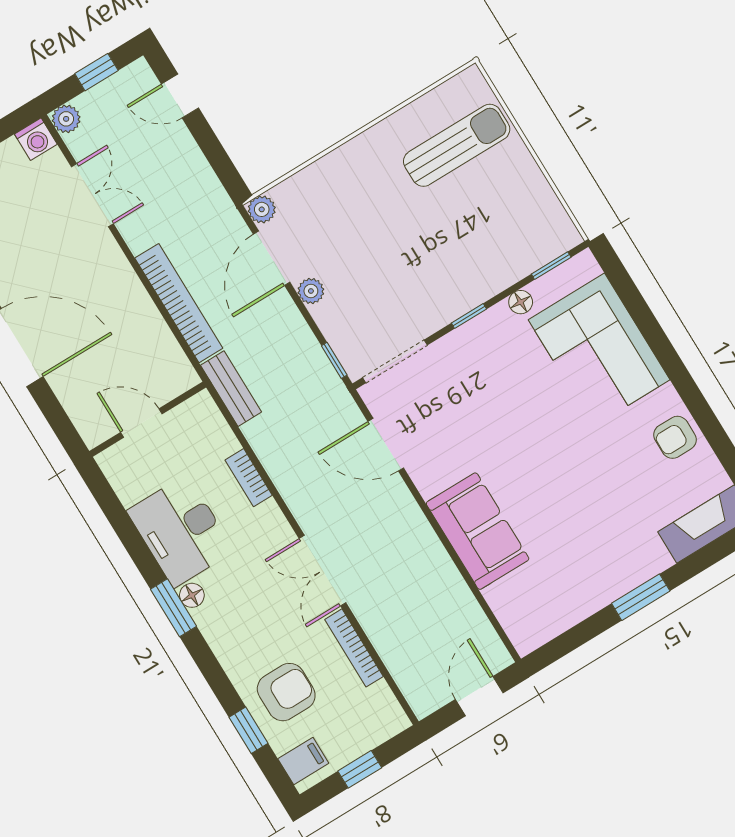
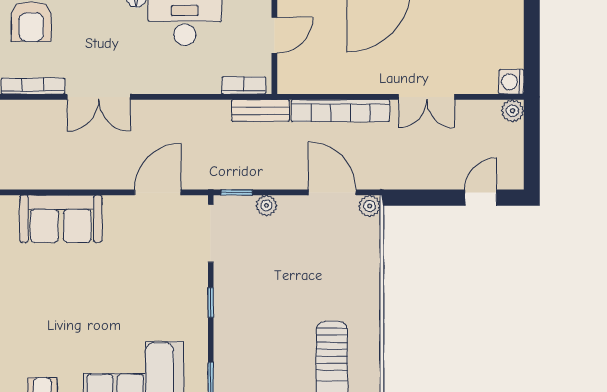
window: (96, 72) -> (532, 151), removed
double door: (92, 195) -> (427, 97), moved
plant: (311, 291) -> (266, 205), moved
floor lamp: (521, 302) -> (199, 343), removed
bookcase: (249, 478) -> (244, 85), moved
double door: (322, 571) -> (99, 97), swing flipped

